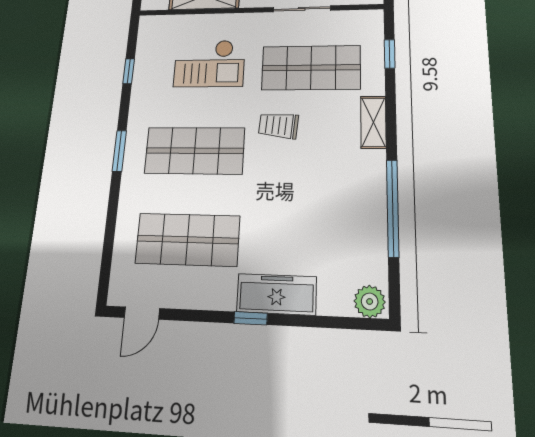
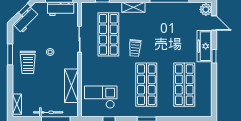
checkout: (209, 64) -> (101, 97), moved, turned -90
door: (142, 313) -> (214, 23), moved

